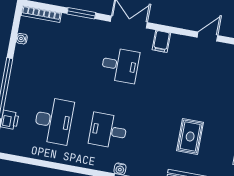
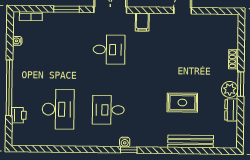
bookcase: (41, 14) -> (31, 16), width x0.64
rug: (190, 137) -> (182, 103), turned 90

